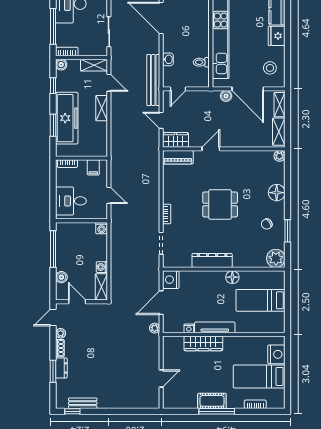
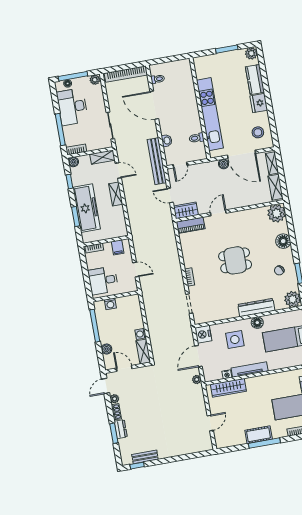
plant: (280, 156) -> (277, 213), width x1.87, depth x1.87
washing machine: (102, 228) -> (110, 304), moved
dresser: (212, 260) -> (256, 307), moved
side table: (204, 292) -> (235, 340), added
wardrobe: (203, 343) -> (228, 388), moved

